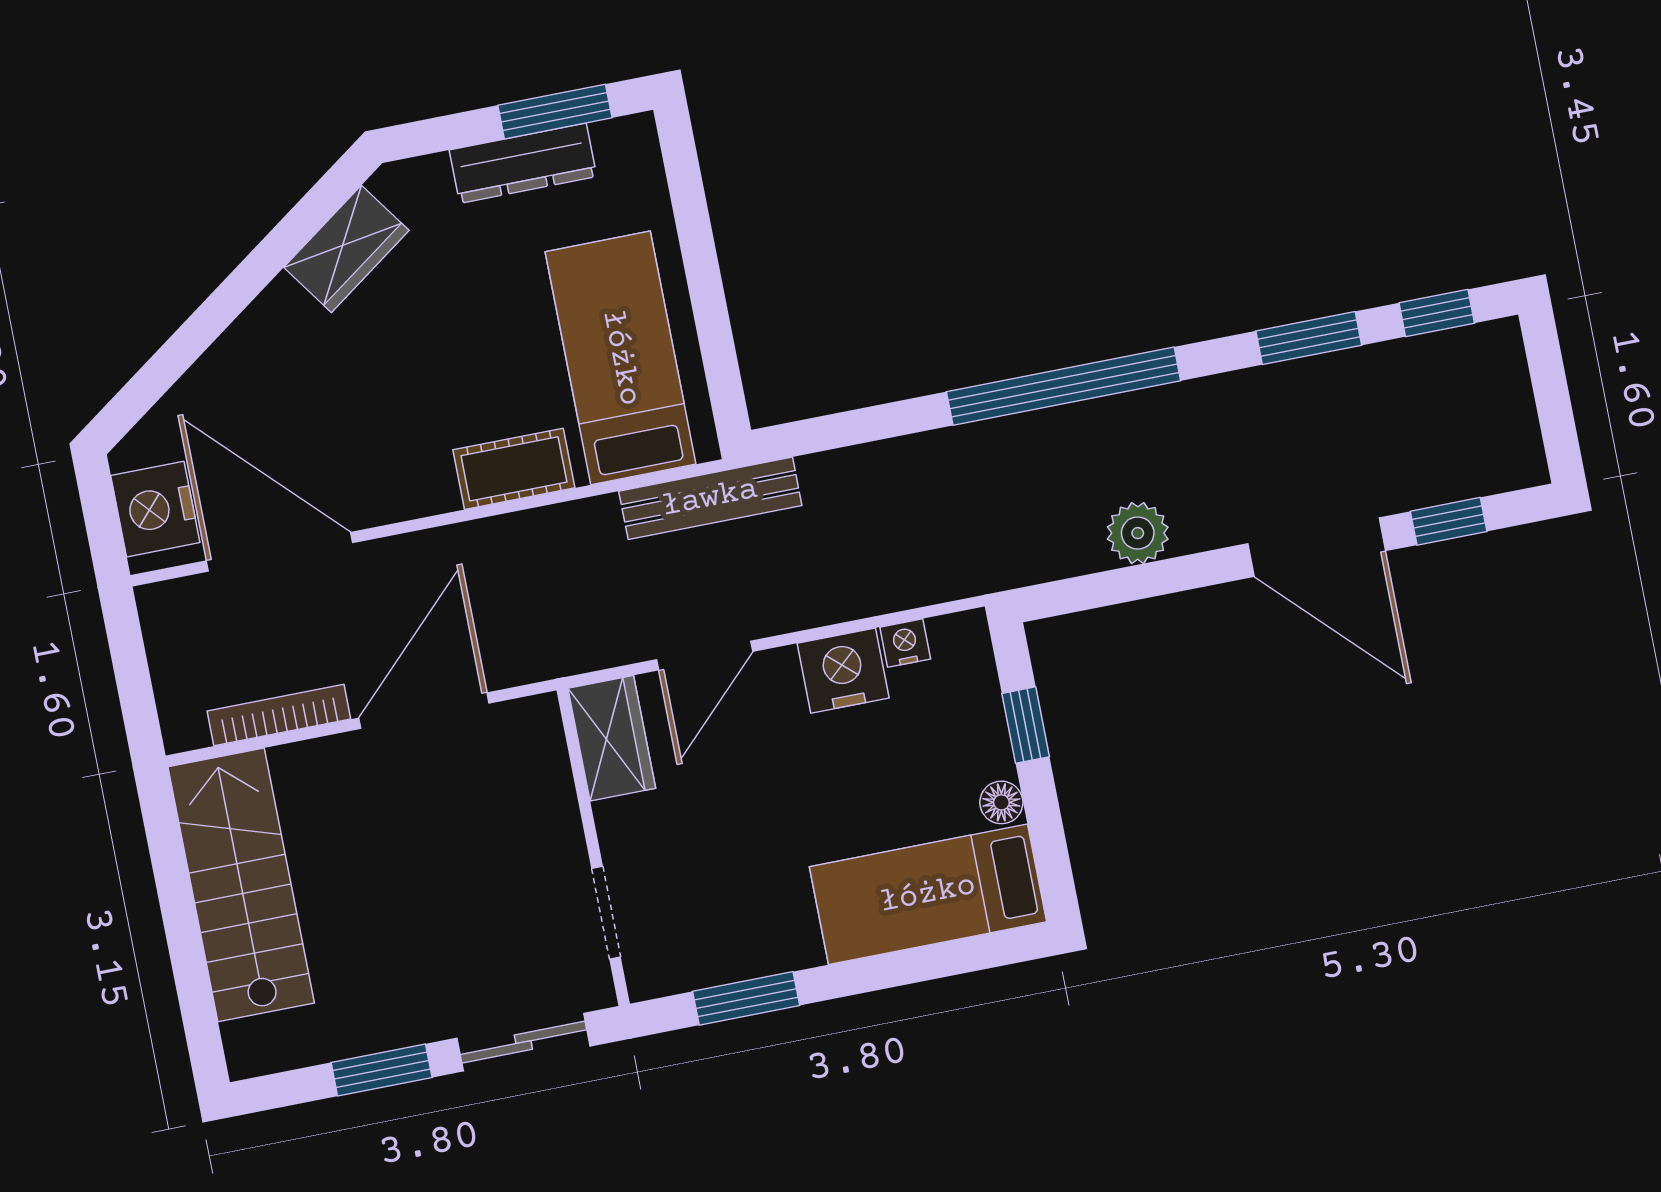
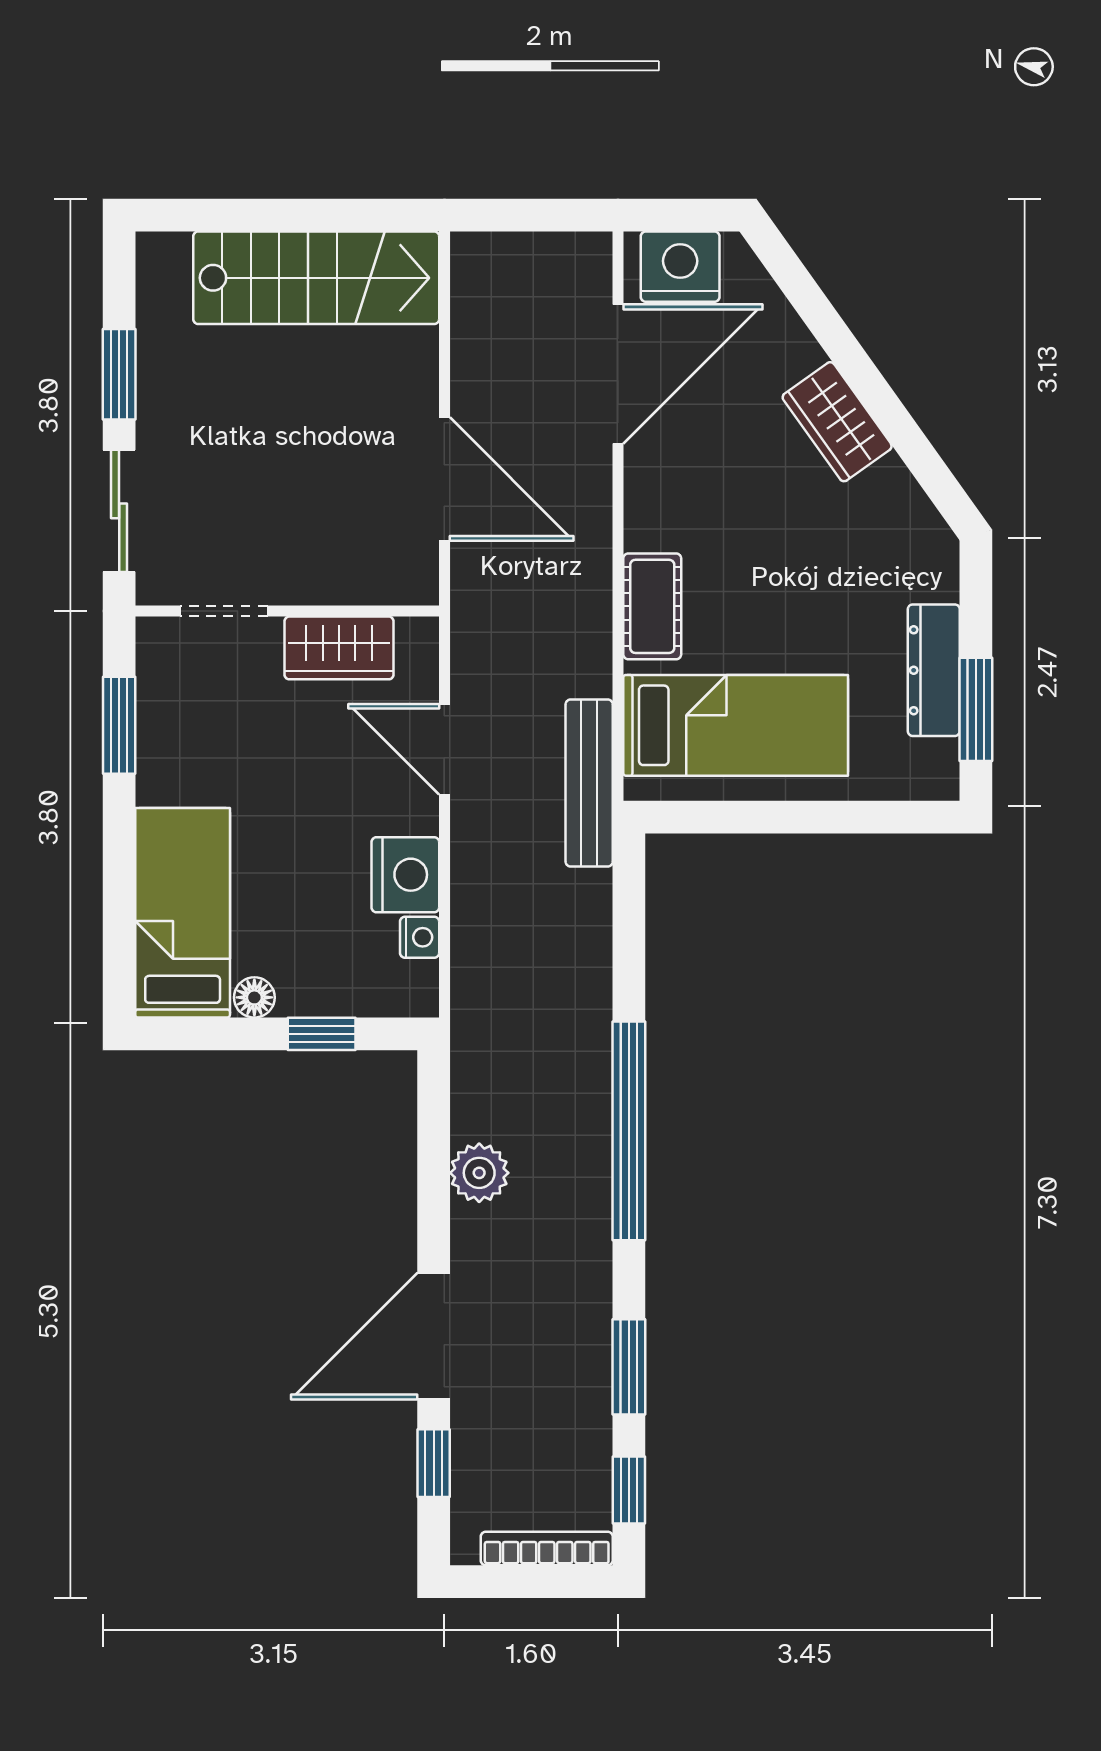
wardrobe: (346, 249) -> (837, 422), moved
bookcase: (279, 715) -> (547, 1549), moved, turned -90
wardrobe: (612, 738) -> (339, 648), moved

